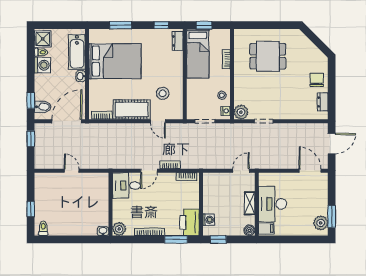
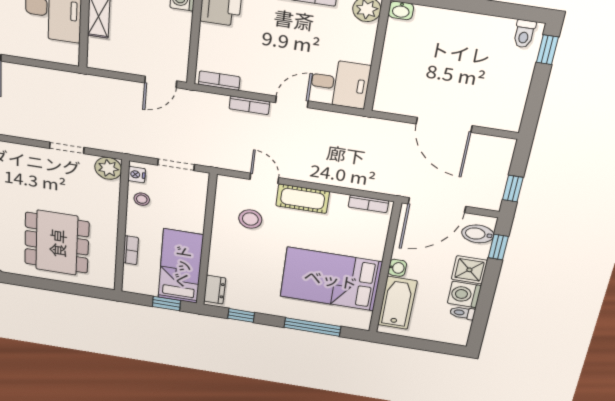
window: (121, 25) -> (312, 327), width x1.44
shower: (43, 39) -> (469, 270), moved
dining table: (268, 56) -> (57, 243), width x1.38
cot: (132, 109) -> (303, 199), width x0.73, depth x0.75
door: (72, 171) -> (444, 125), width x1.87
door: (241, 171) -> (161, 82), moved
window: (31, 209) -> (547, 50), moved

